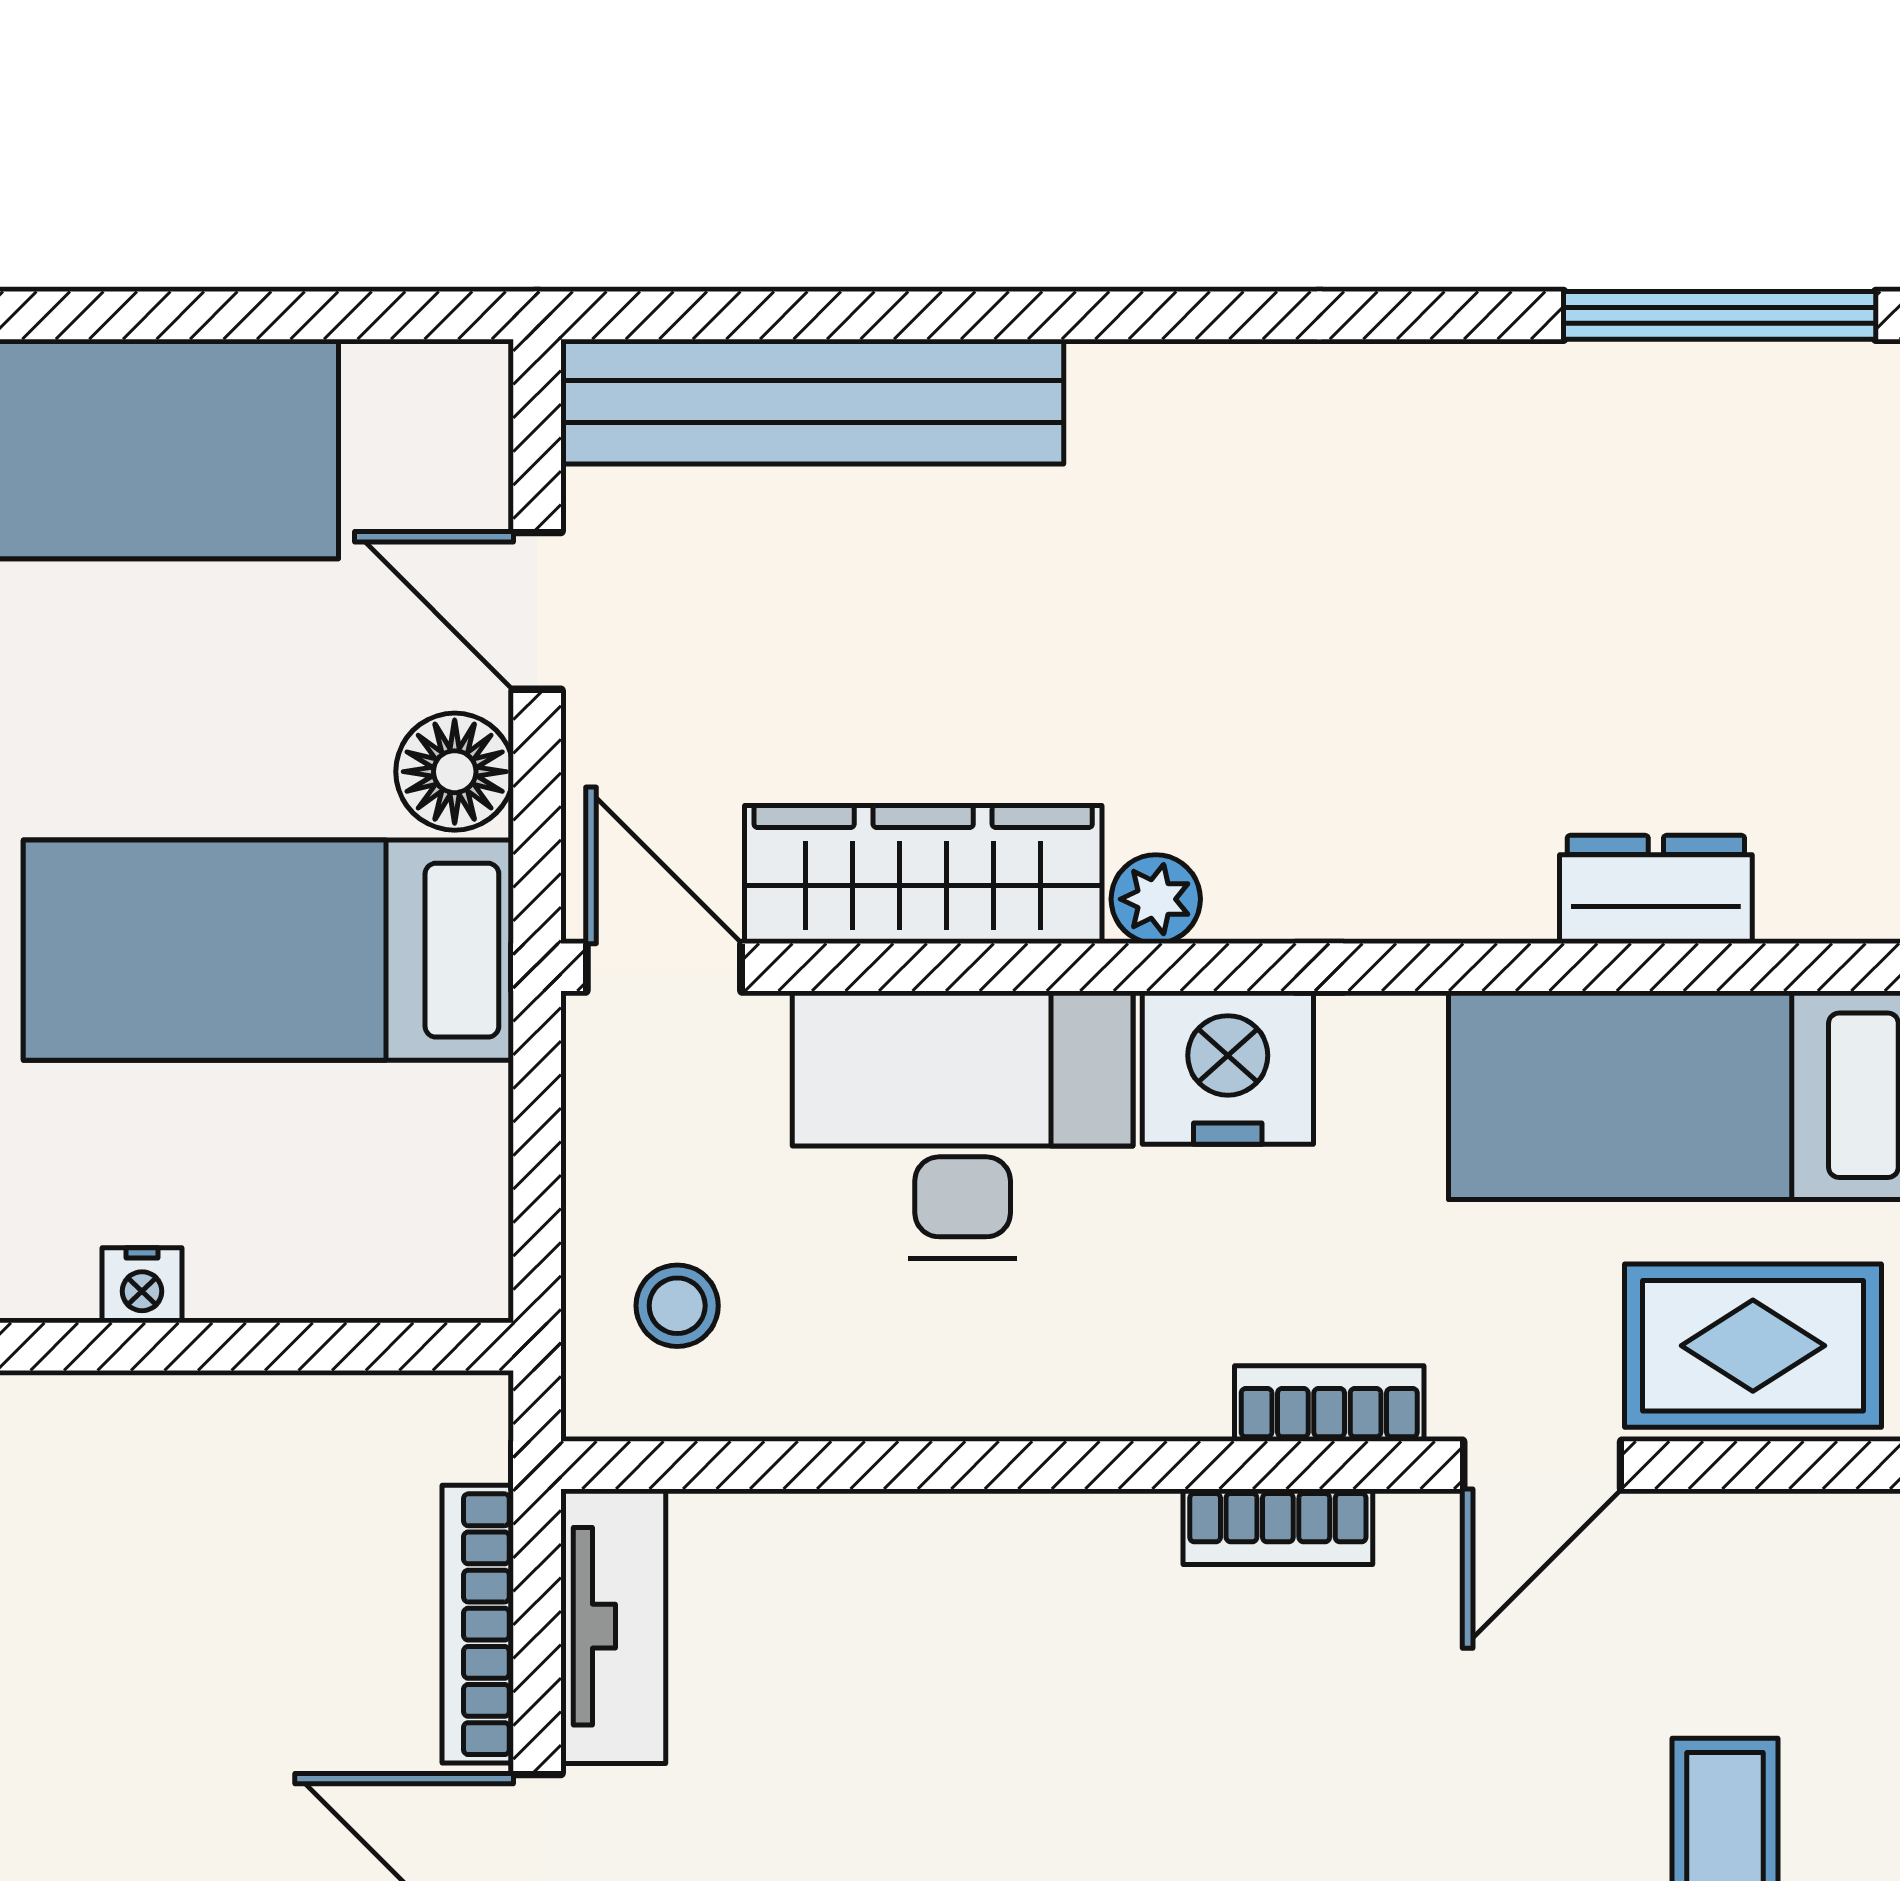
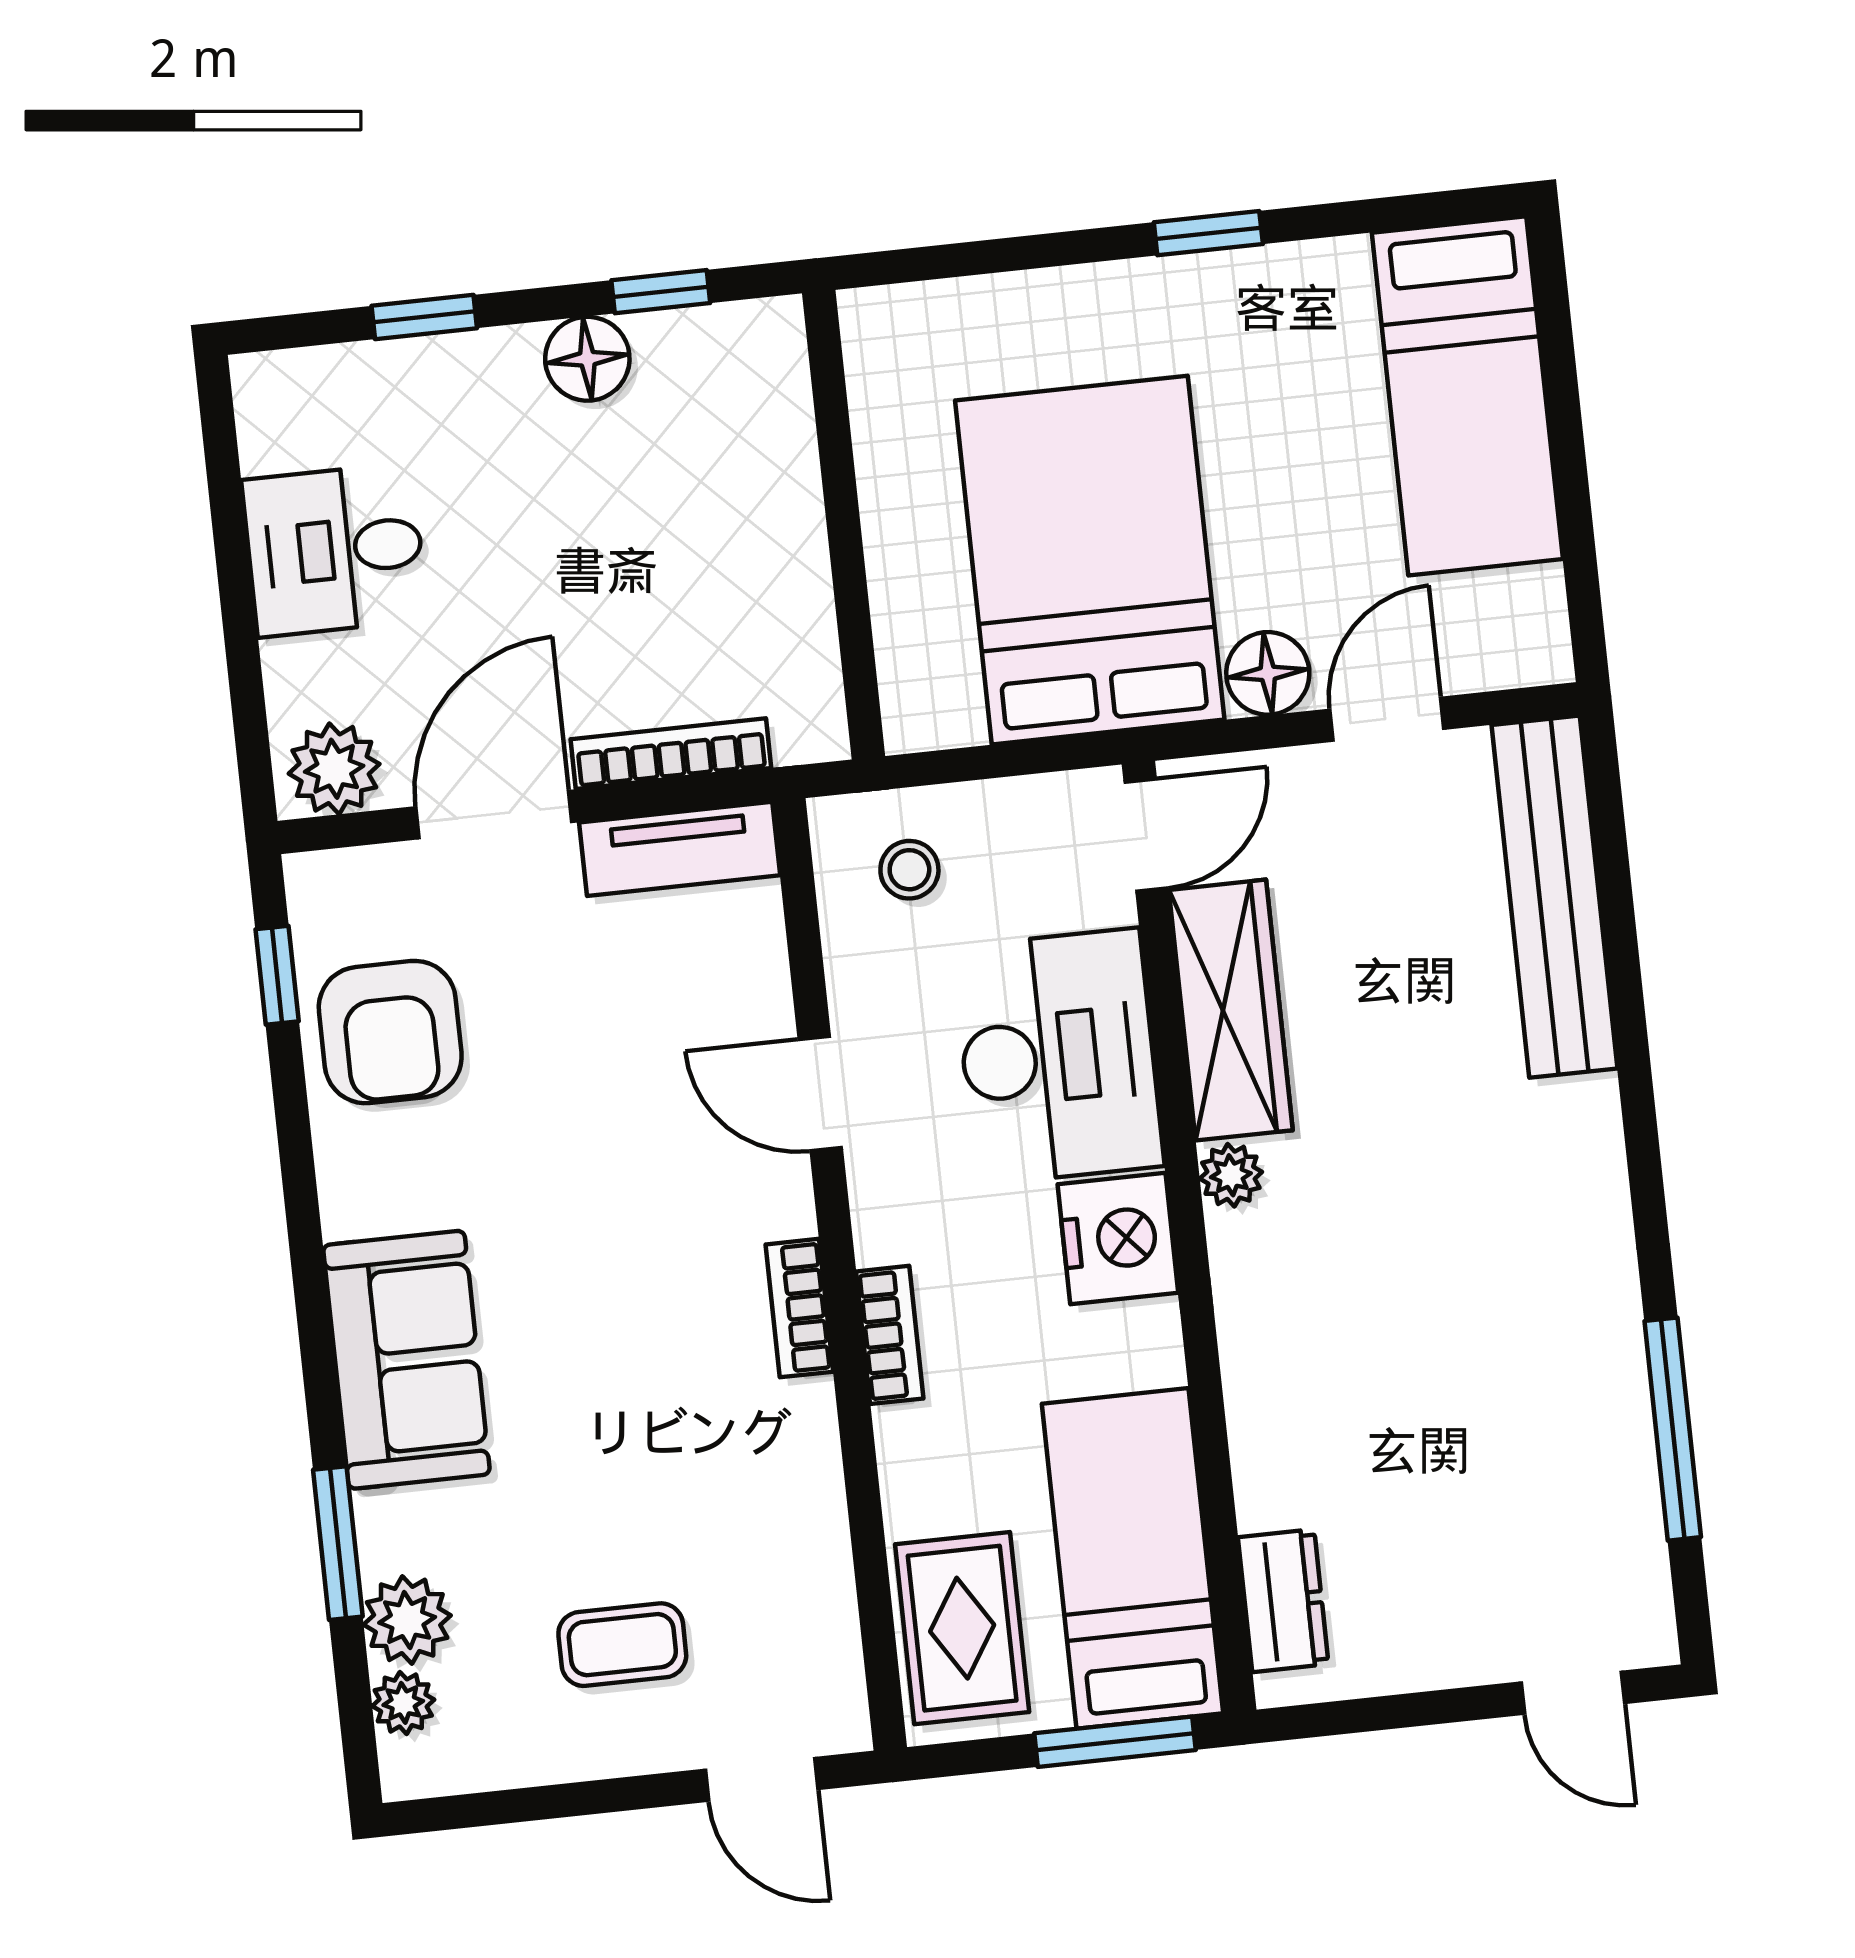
window: (1720, 315) -> (1673, 1429), moved
dresser: (1656, 889) -> (1283, 1601), moved
bed: (268, 950) -> (1090, 560), width x1.50
nightstand: (142, 1285) -> (884, 492), removed
door: (1542, 1465) -> (820, 1094), moved

